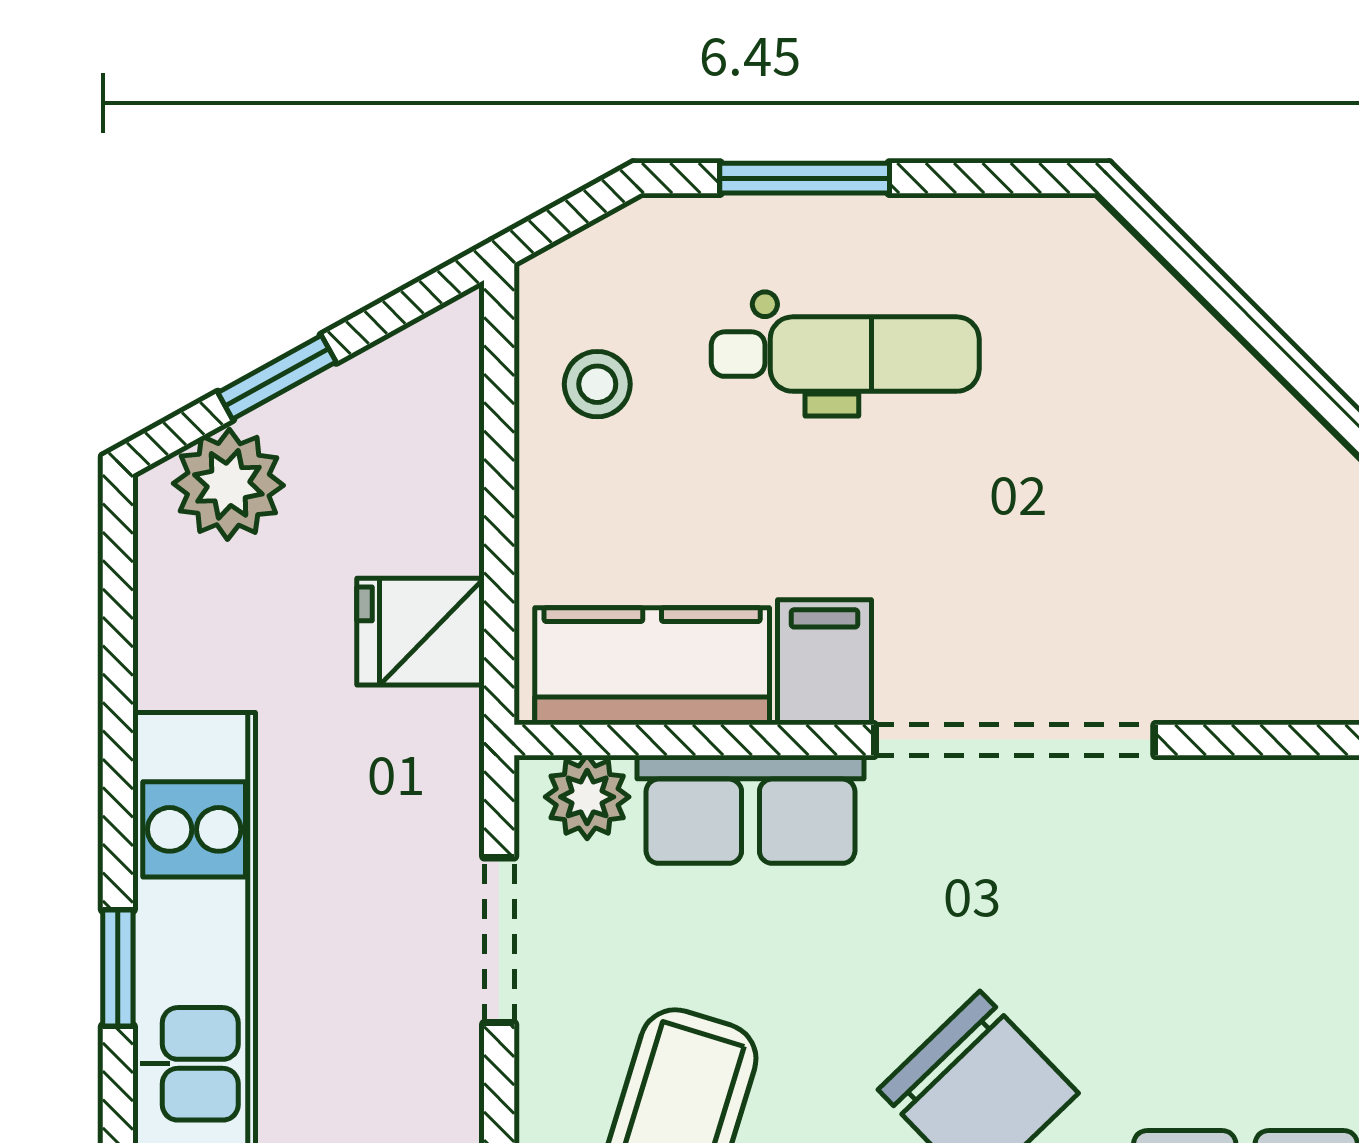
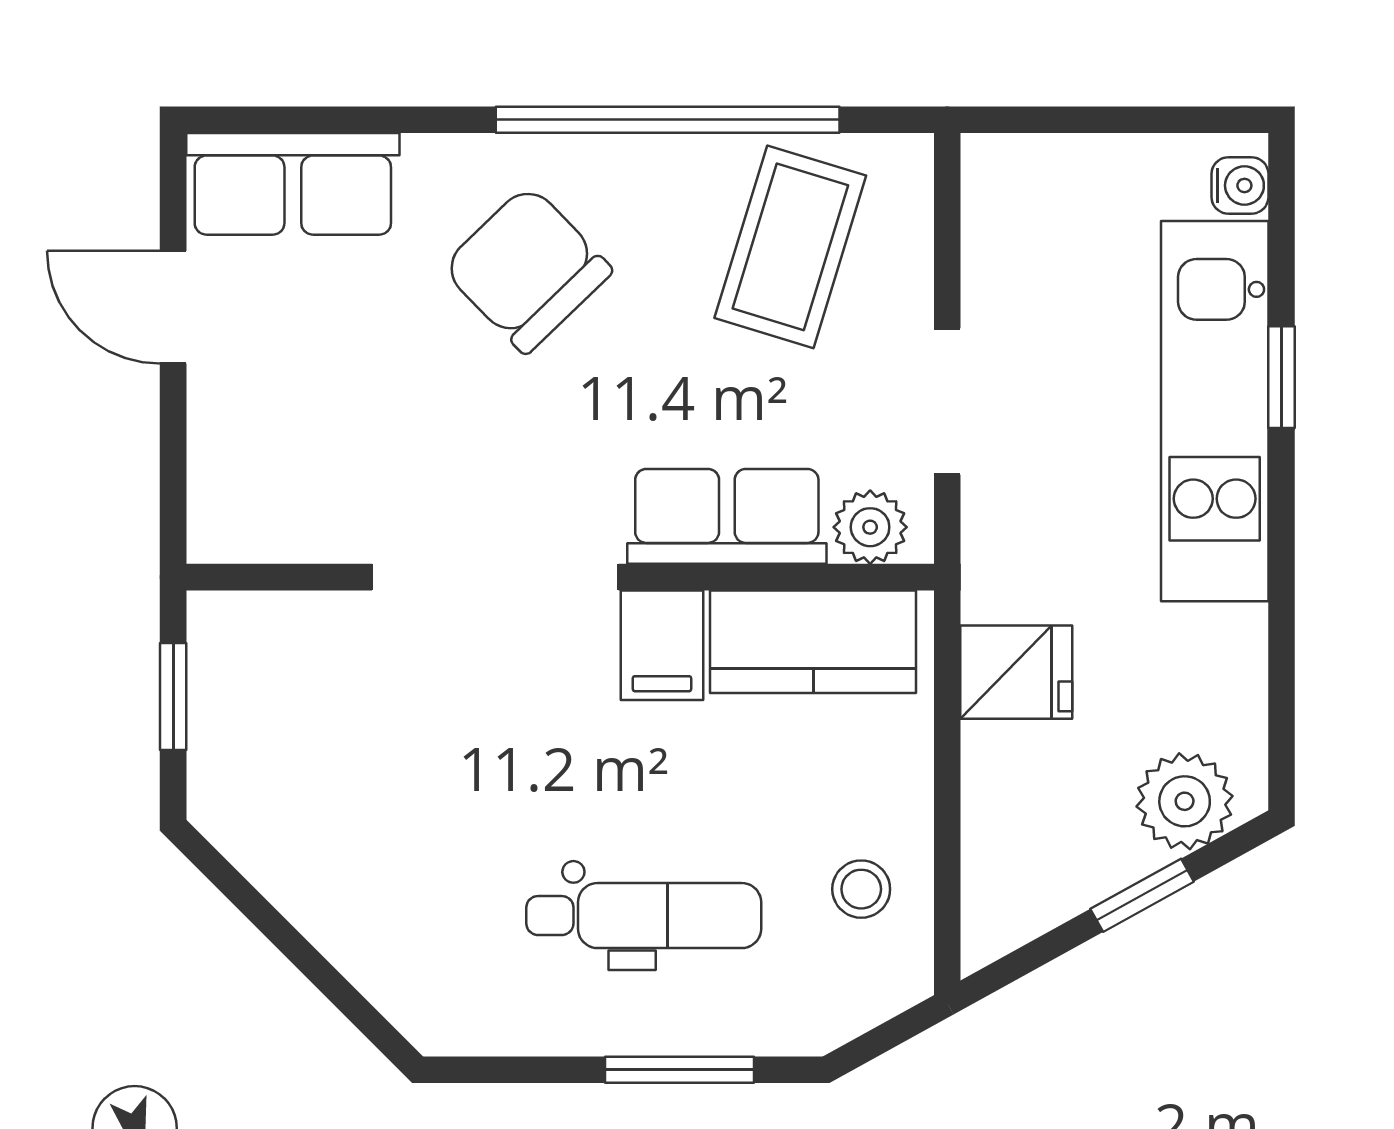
dental chair: (845, 354) -> (644, 916), turned 180

